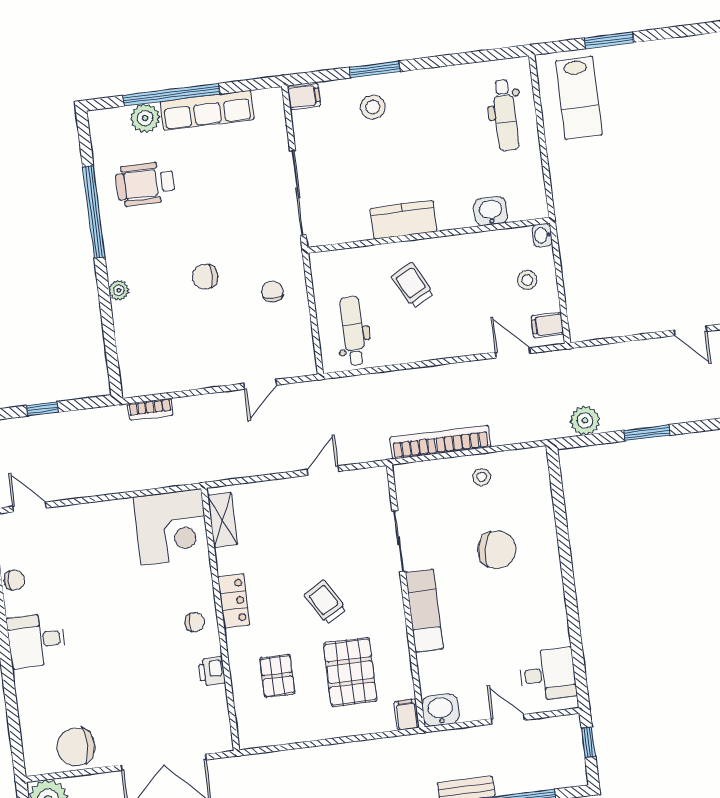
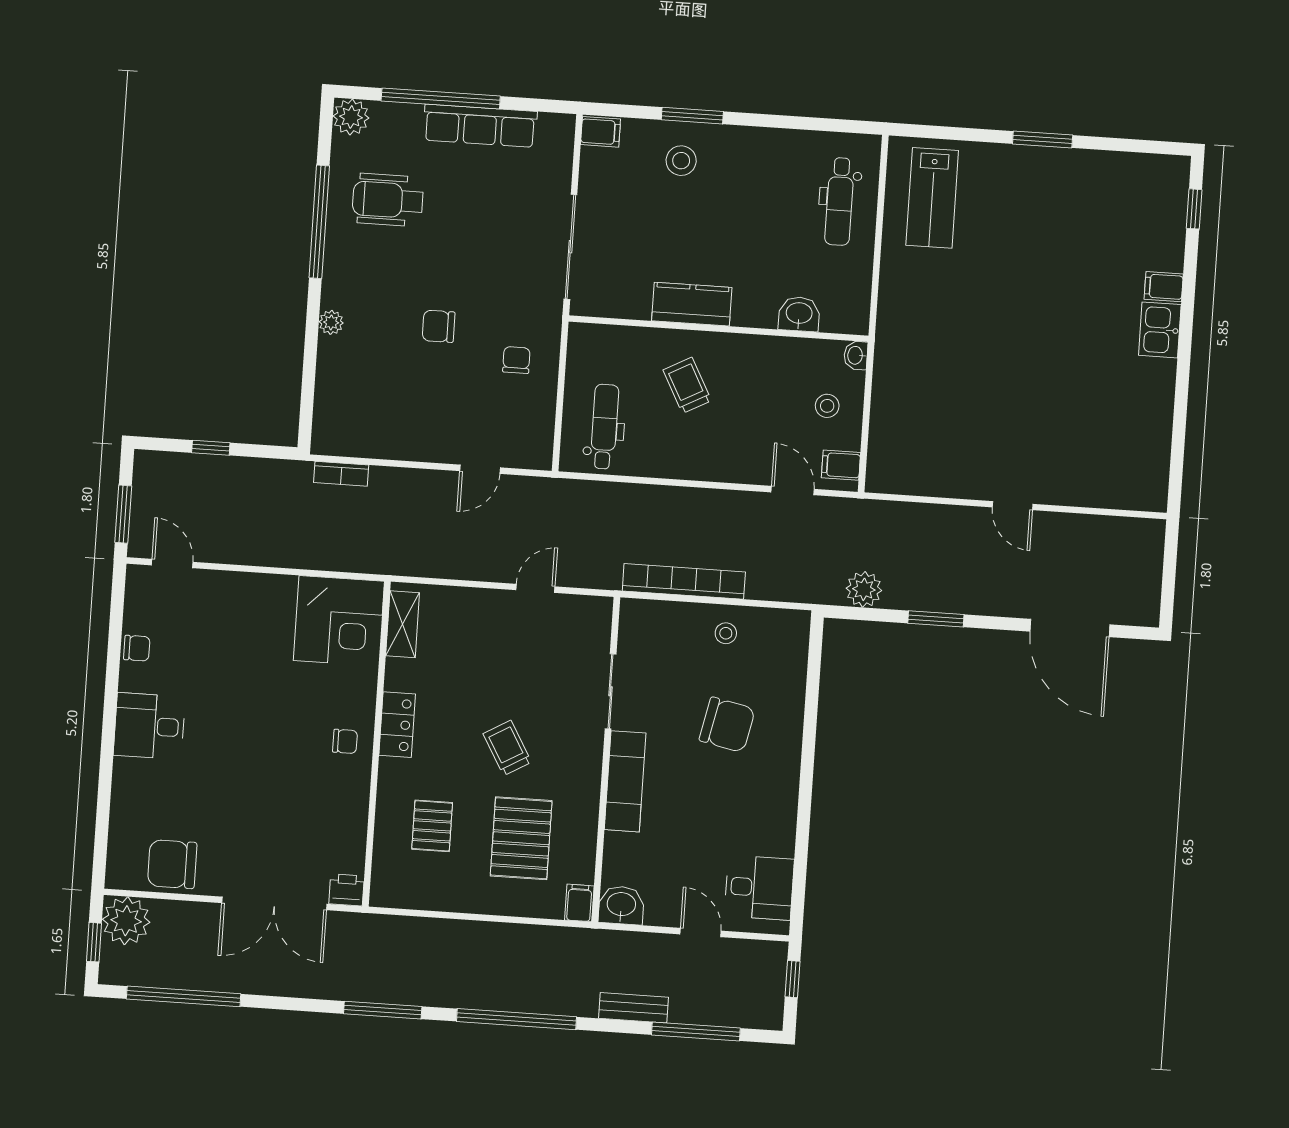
window: (609, 40) -> (1043, 139), moved
plant: (145, 118) -> (351, 117), moved
printer: (212, 671) -> (347, 890), moved, turned 90

